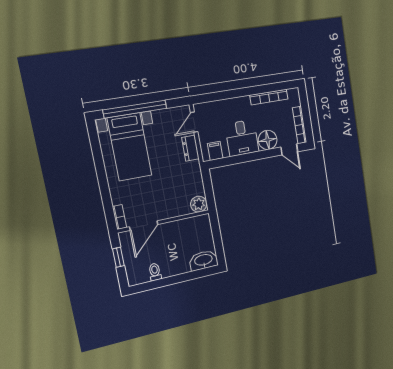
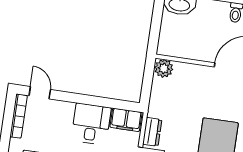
floor lamp: (268, 140) -> (62, 112), removed
filing cabinet: (215, 151) -> (126, 120), width x2.00

